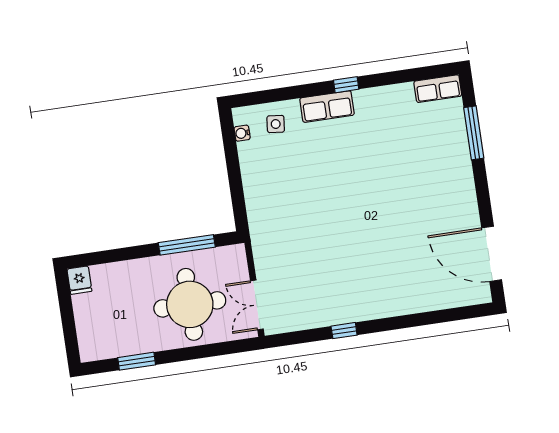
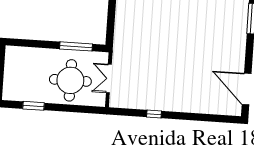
fridge: (79, 280) -> (11, 53), removed
double door: (257, 305) -> (109, 78), moved

